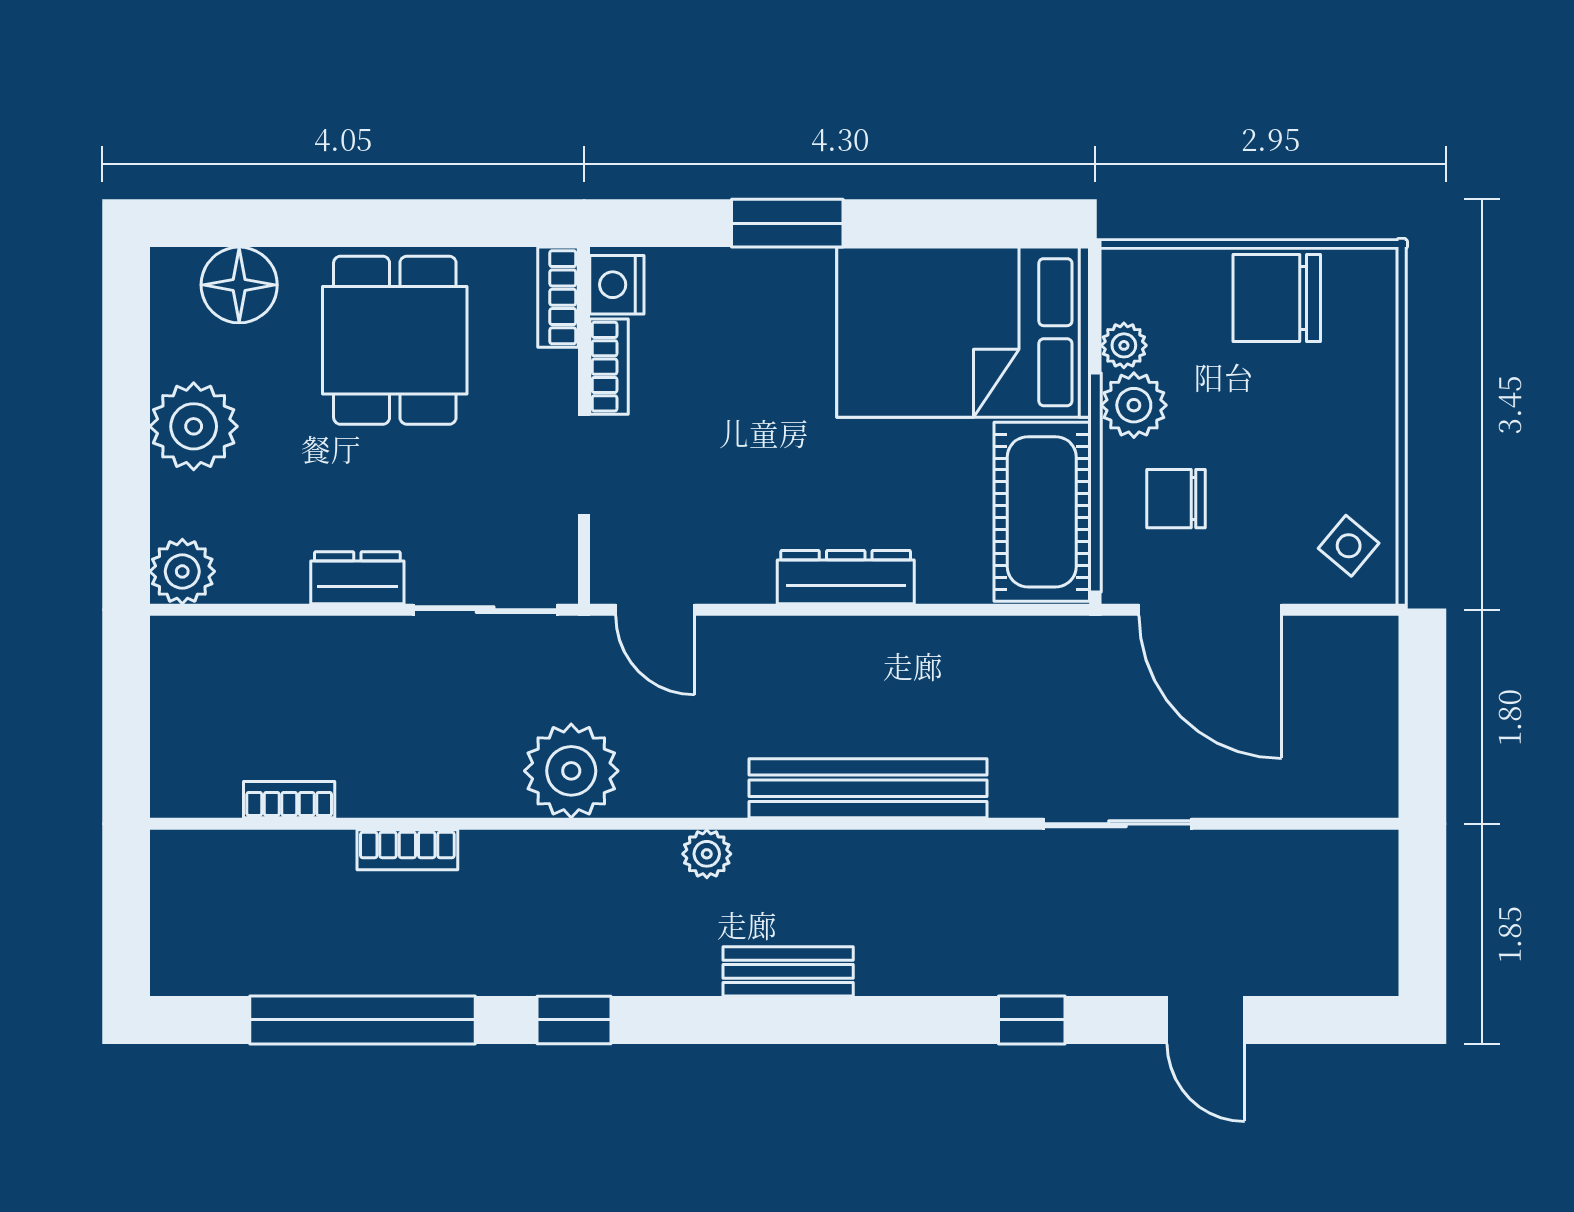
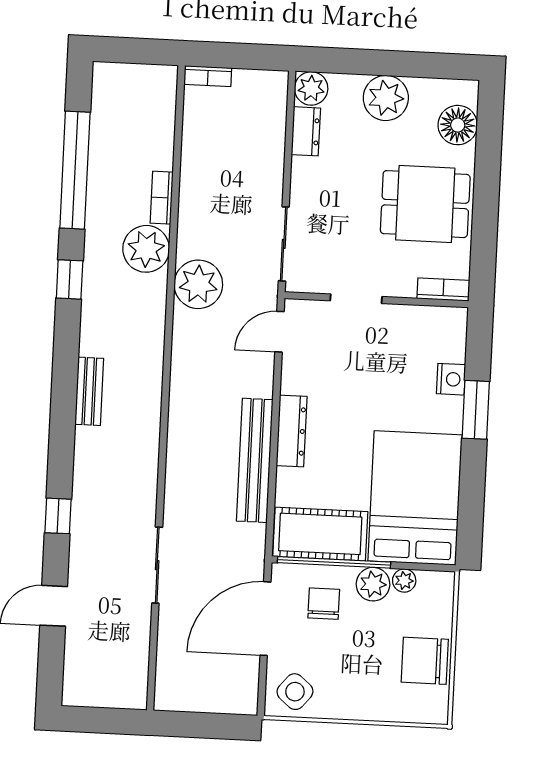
nightstand: (617, 285) -> (451, 379), moved, turned 90
chair: (1277, 298) -> (425, 661), turned -90
bookcase: (609, 367) -> (406, 314), removed
side table: (1349, 546) -> (295, 692), width x1.37, depth x1.37
dresser: (357, 578) -> (306, 131), moved
bench: (868, 788) -> (255, 460), moved
bookcase: (289, 800) -> (208, 76), moved, turned 90
plant: (707, 854) -> (146, 249), moved, width x1.88, depth x1.88

